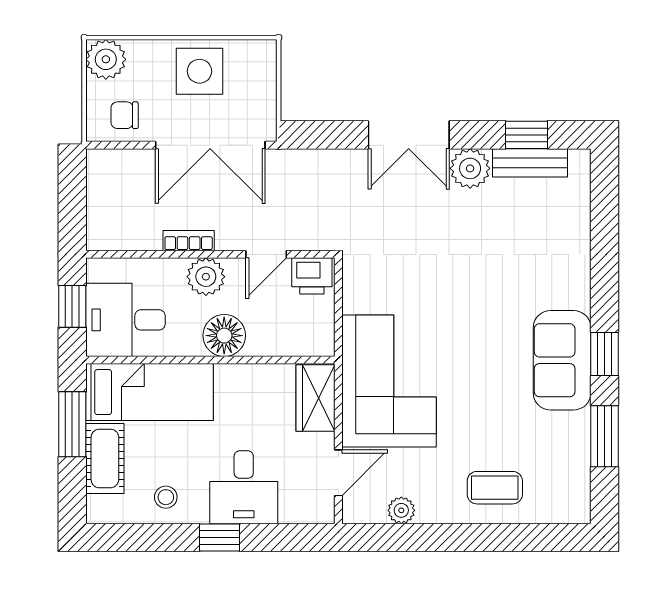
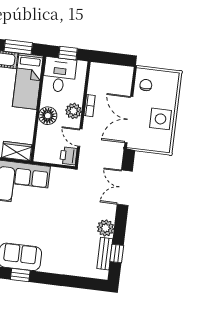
plant: (106, 59) -> (170, 80), removed
double door: (409, 135) -> (125, 188), moved

